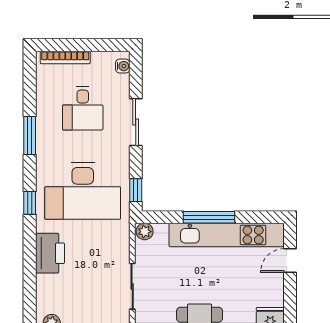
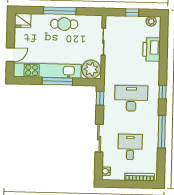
window: (30, 136) -> (162, 132), width x1.44
desk: (83, 191) -> (131, 98), width x0.73, depth x0.77
plant: (145, 232) -> (91, 69), width x1.88, depth x1.88
printer: (50, 253) -> (152, 50), moved

